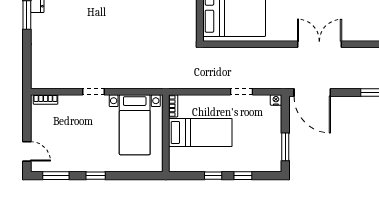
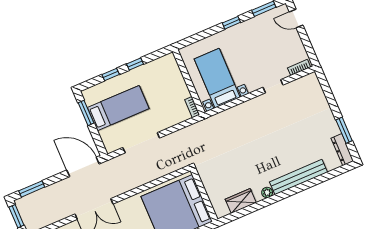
doorway: (94, 92) -> (273, 86), moved
doorway: (242, 92) -> (141, 143), width x1.87
nightstand: (276, 100) -> (110, 148), removed
bed: (200, 132) -> (118, 108), moved, turned 180

